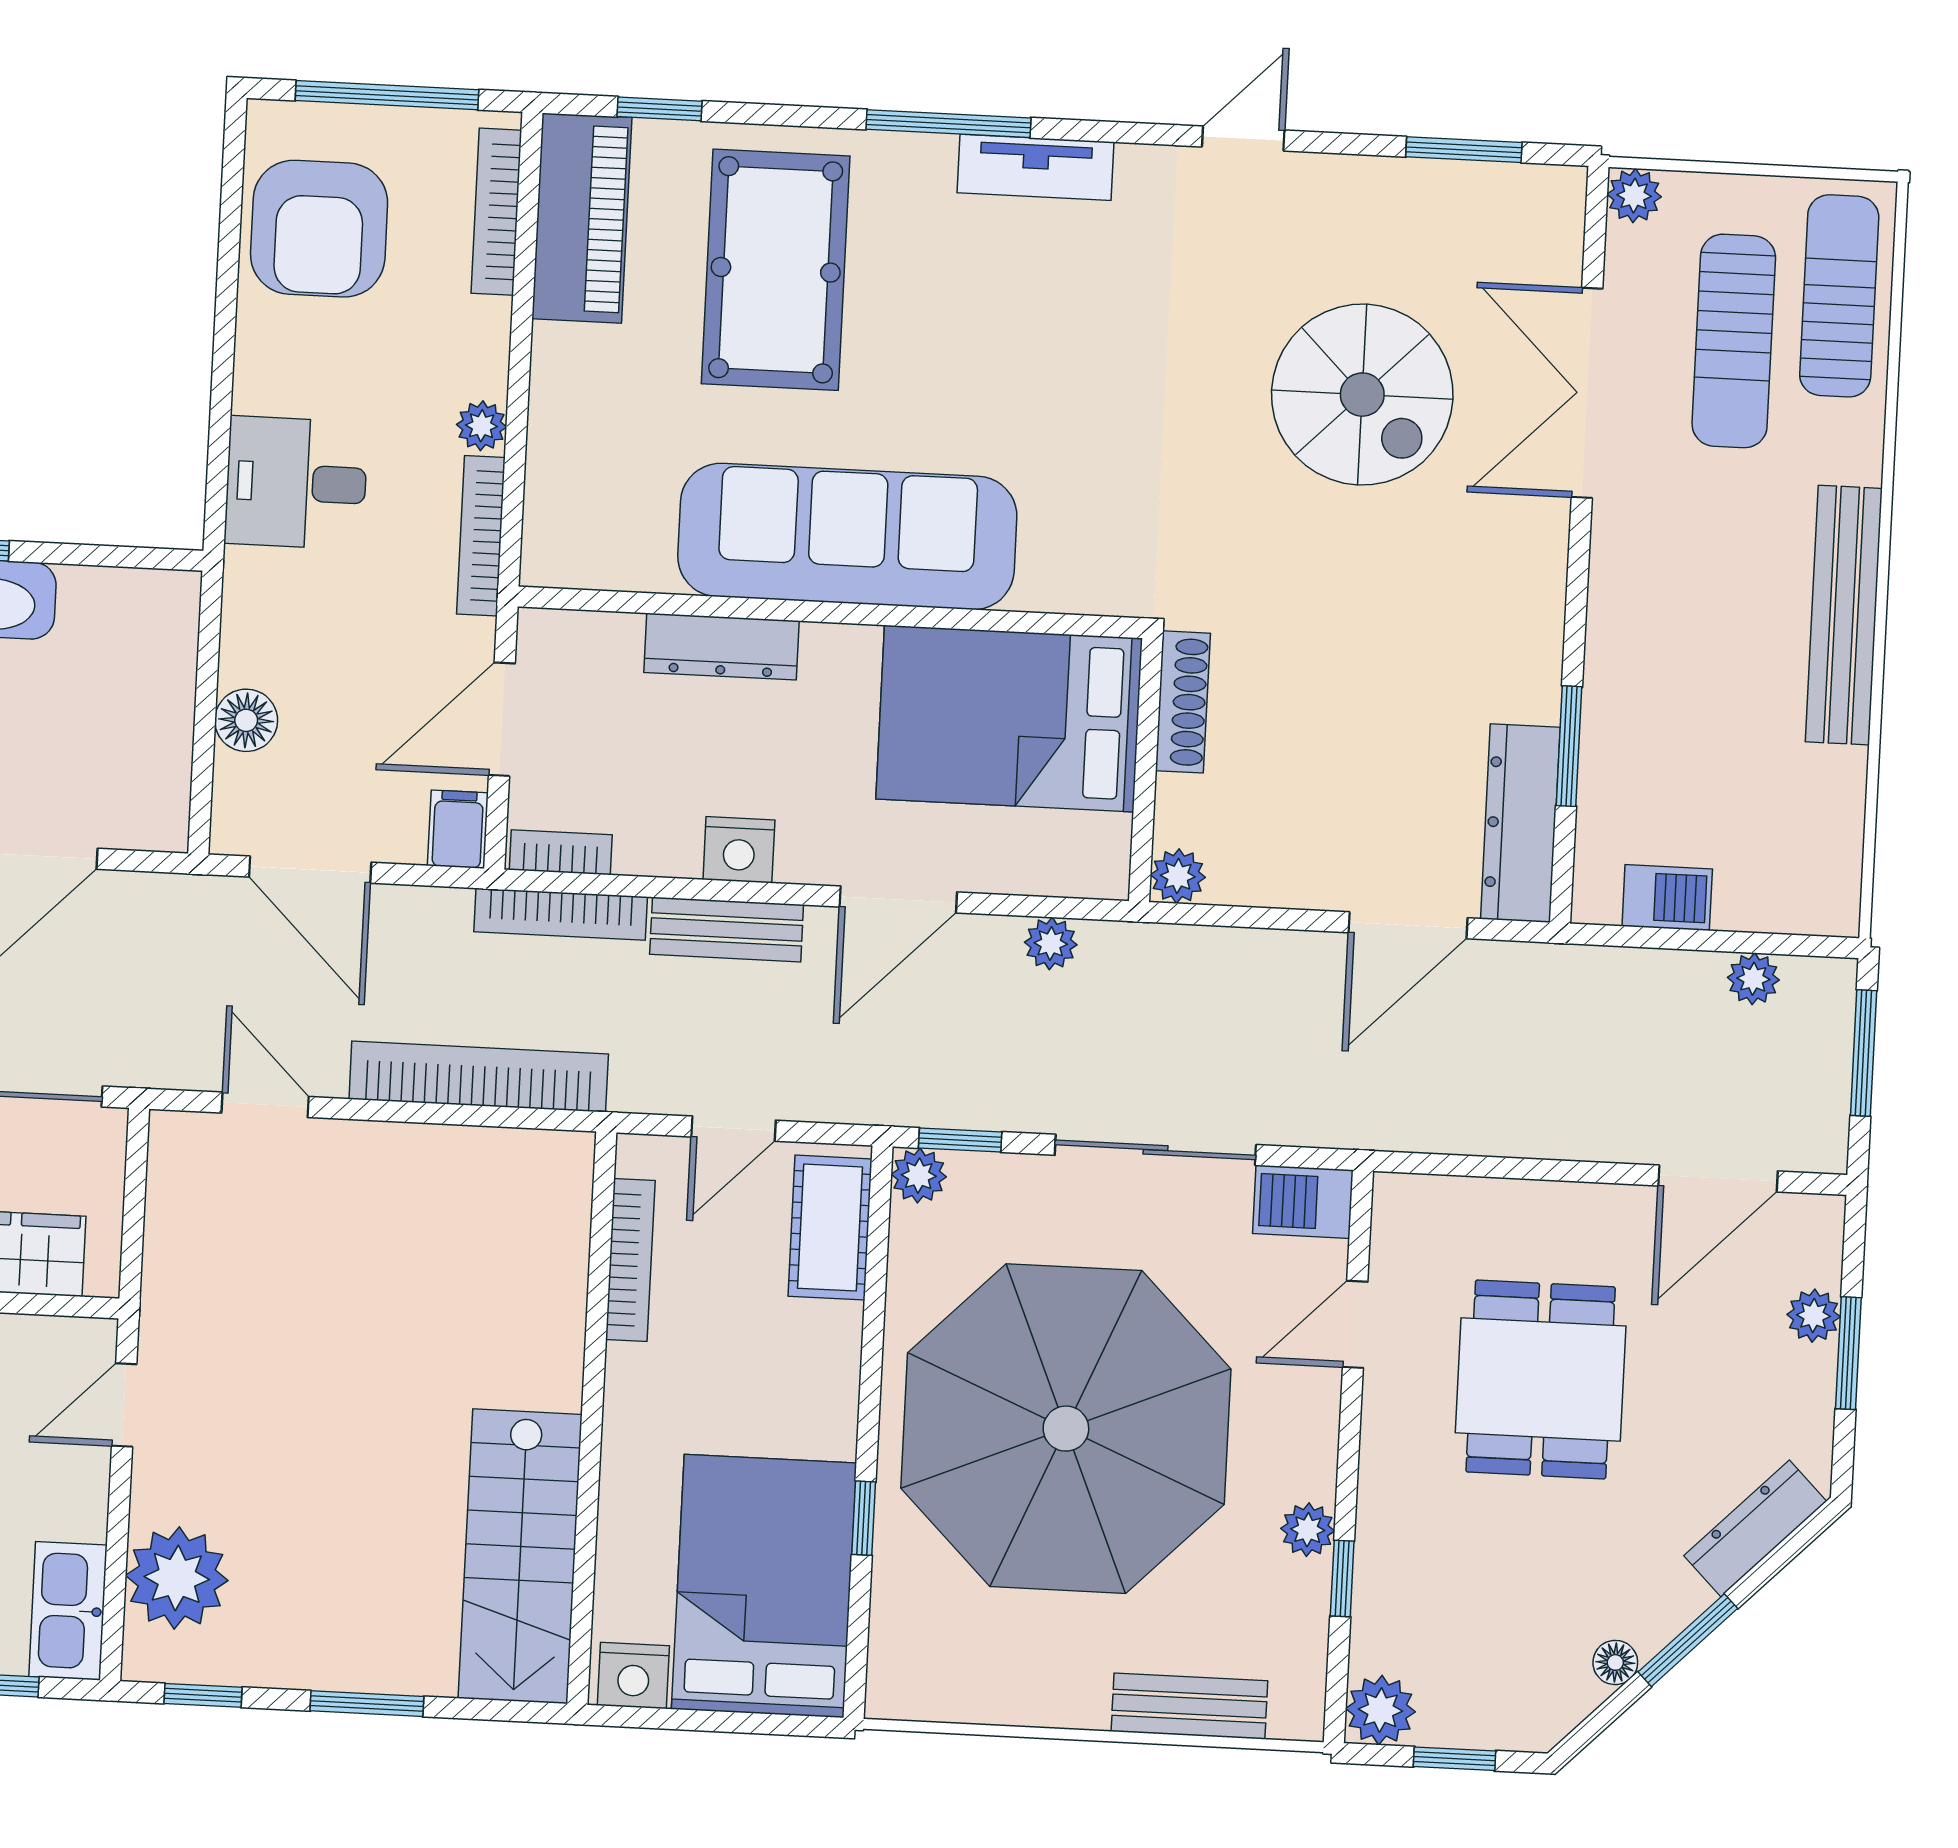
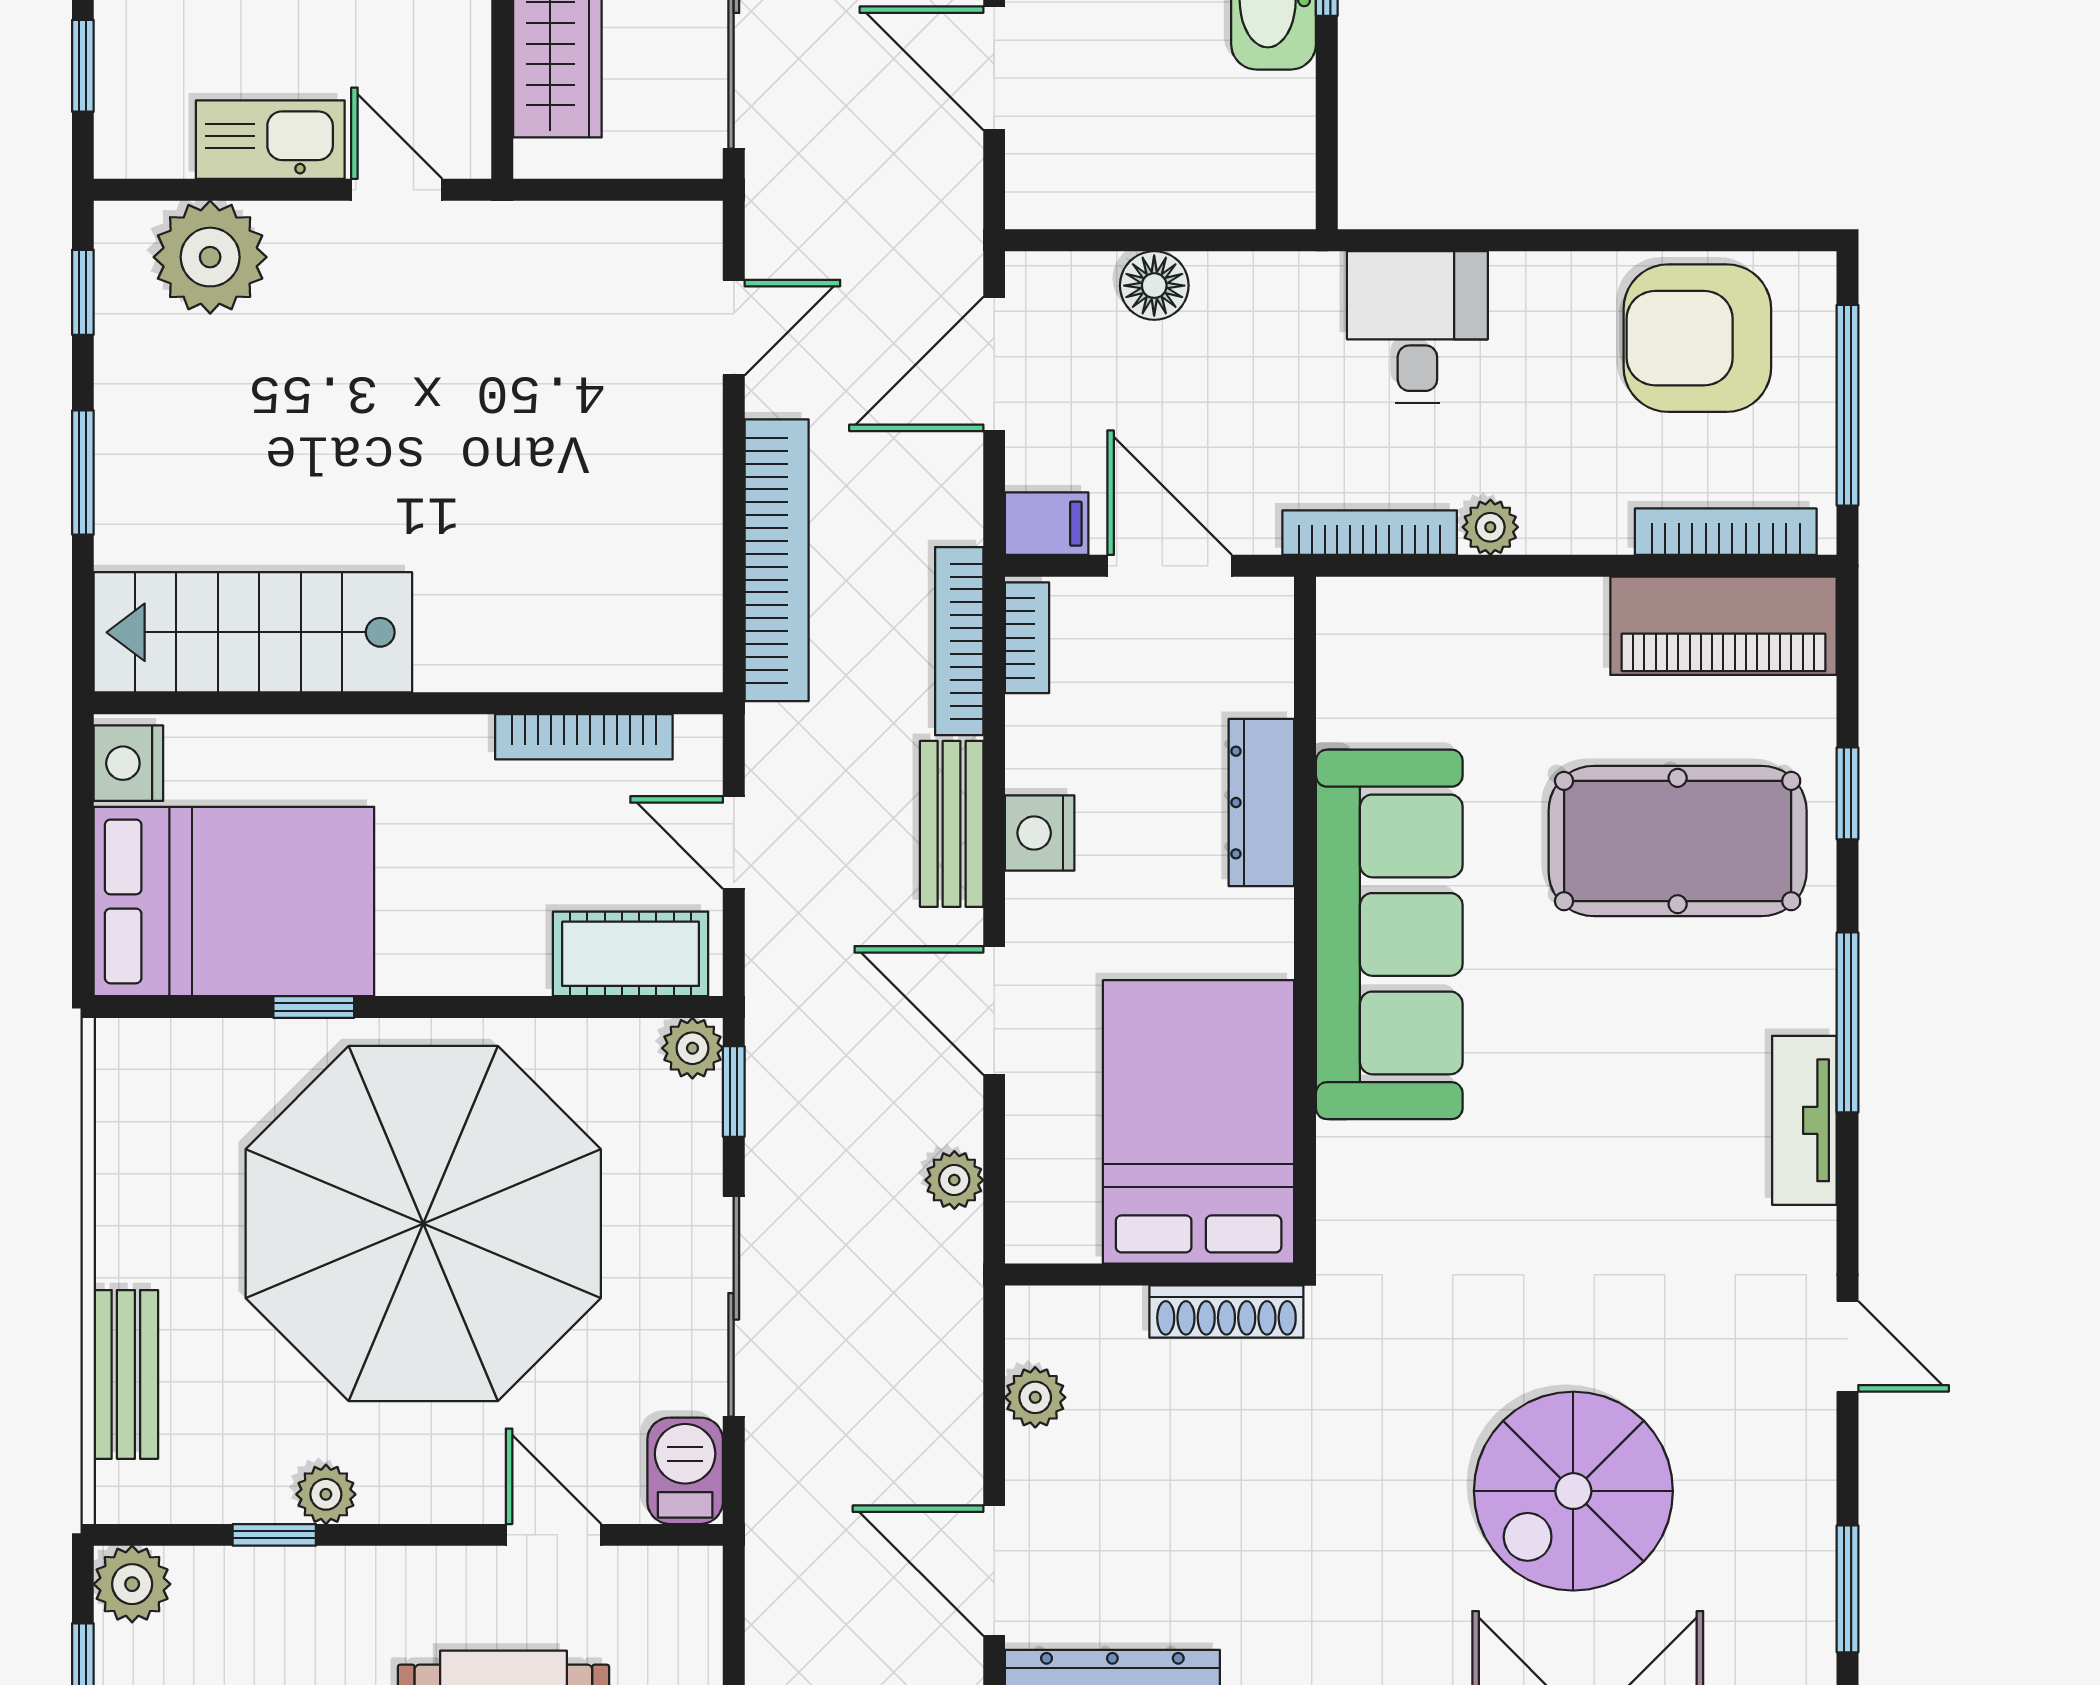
window: (660, 109) -> (1847, 793), moved
plant: (1178, 876) -> (1035, 1397), moved
kitchen sink: (68, 1611) -> (270, 140), moved

